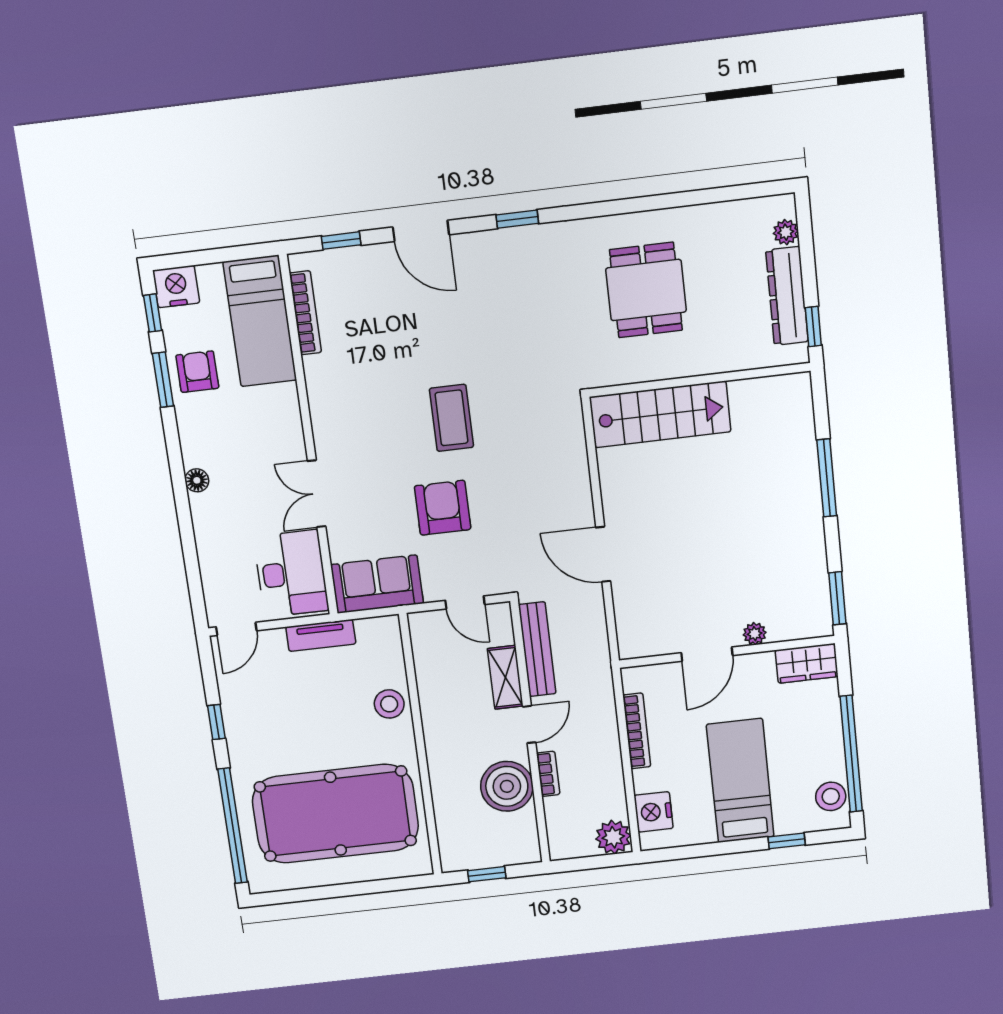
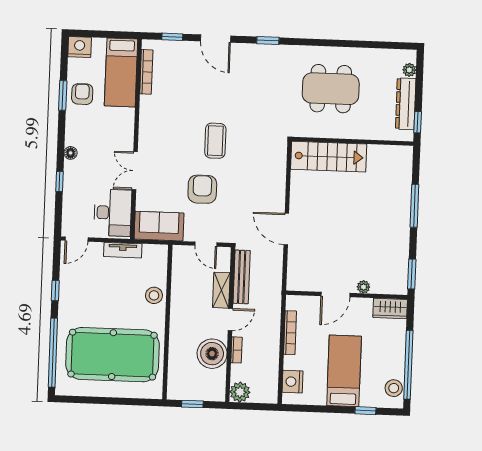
dining table: (646, 290) -> (331, 89), width x1.38
window: (153, 313) -> (59, 181), moved
plant: (613, 837) -> (240, 392), moved

